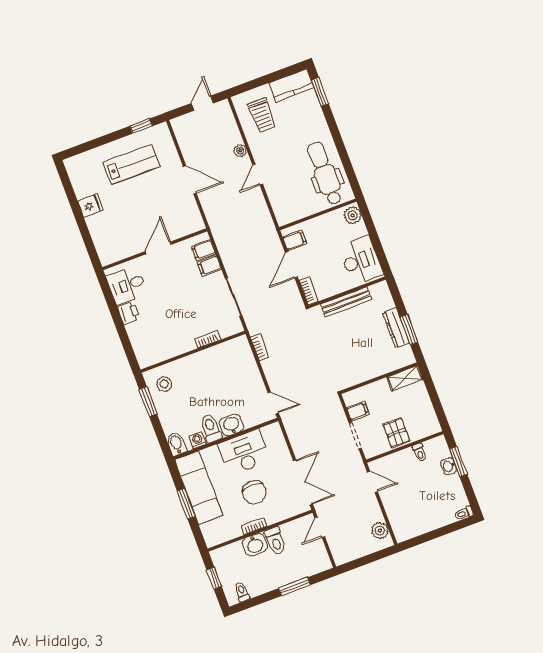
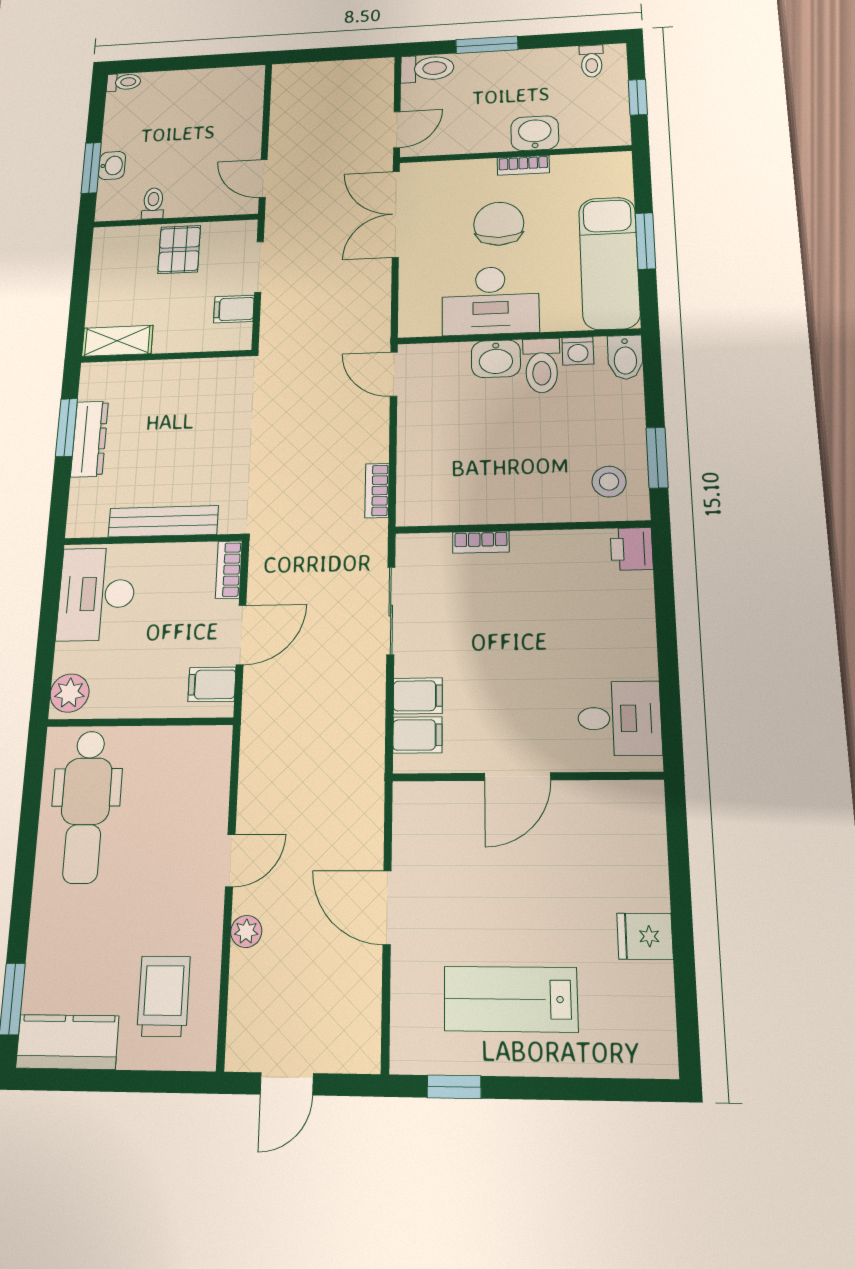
printer: (129, 313) -> (632, 549), moved
plant: (380, 531) -> (287, 94), removed
toilet: (275, 541) -> (427, 68), moved, turned 90

